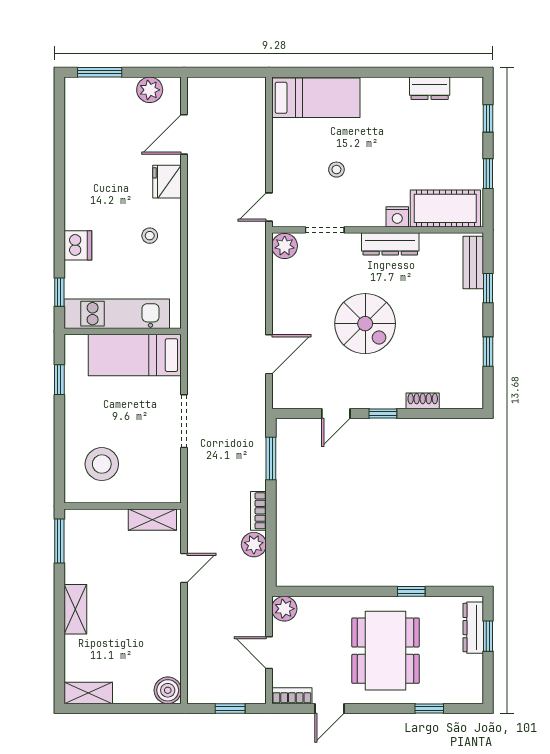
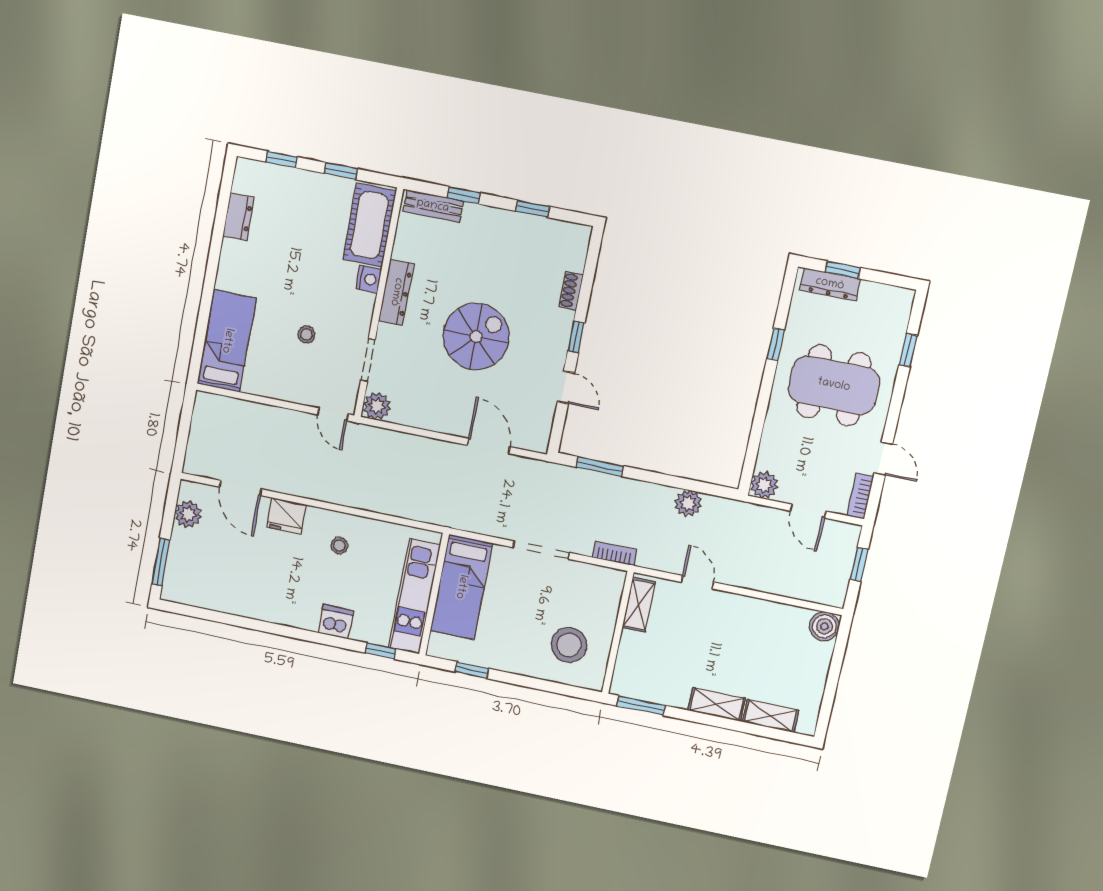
bookcase: (258, 511) -> (614, 553), moved, turned 180
door: (269, 653) -> (808, 511), hinge flipped
shelving: (88, 693) -> (771, 716), moved, turned 90

